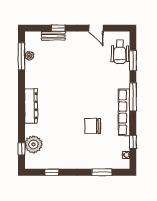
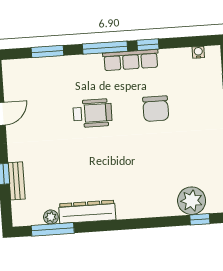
wheelchair: (120, 52) -> (93, 113), moved
dresser: (31, 106) -> (87, 212), moved
row of seats: (124, 112) -> (131, 60), width x0.73
window: (133, 142) -> (148, 45), moved

